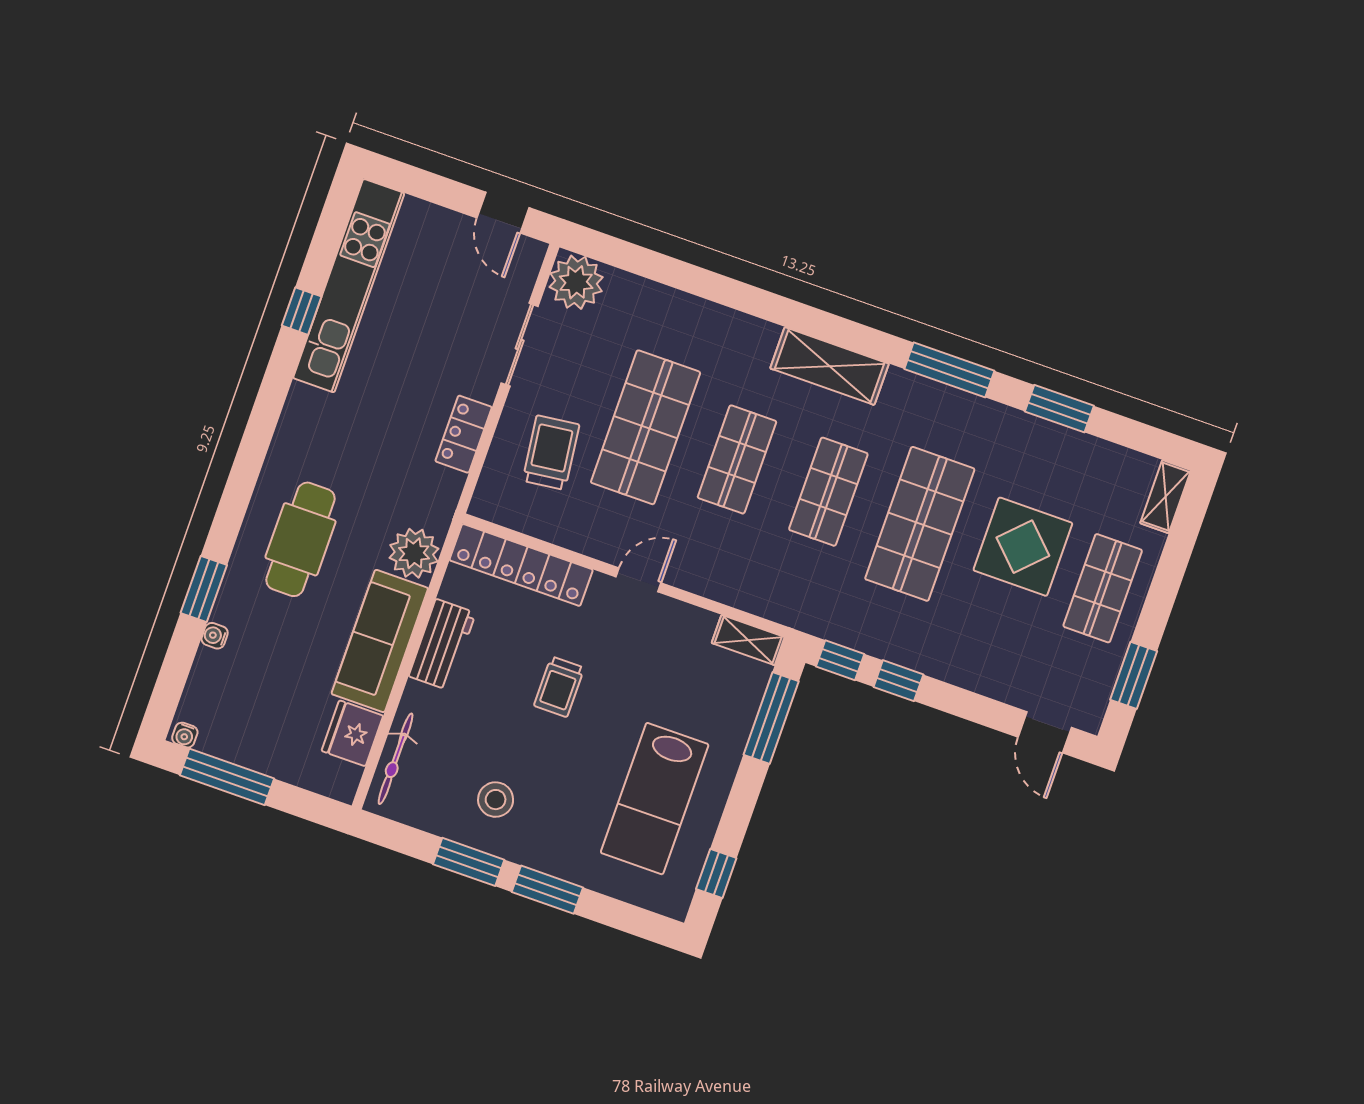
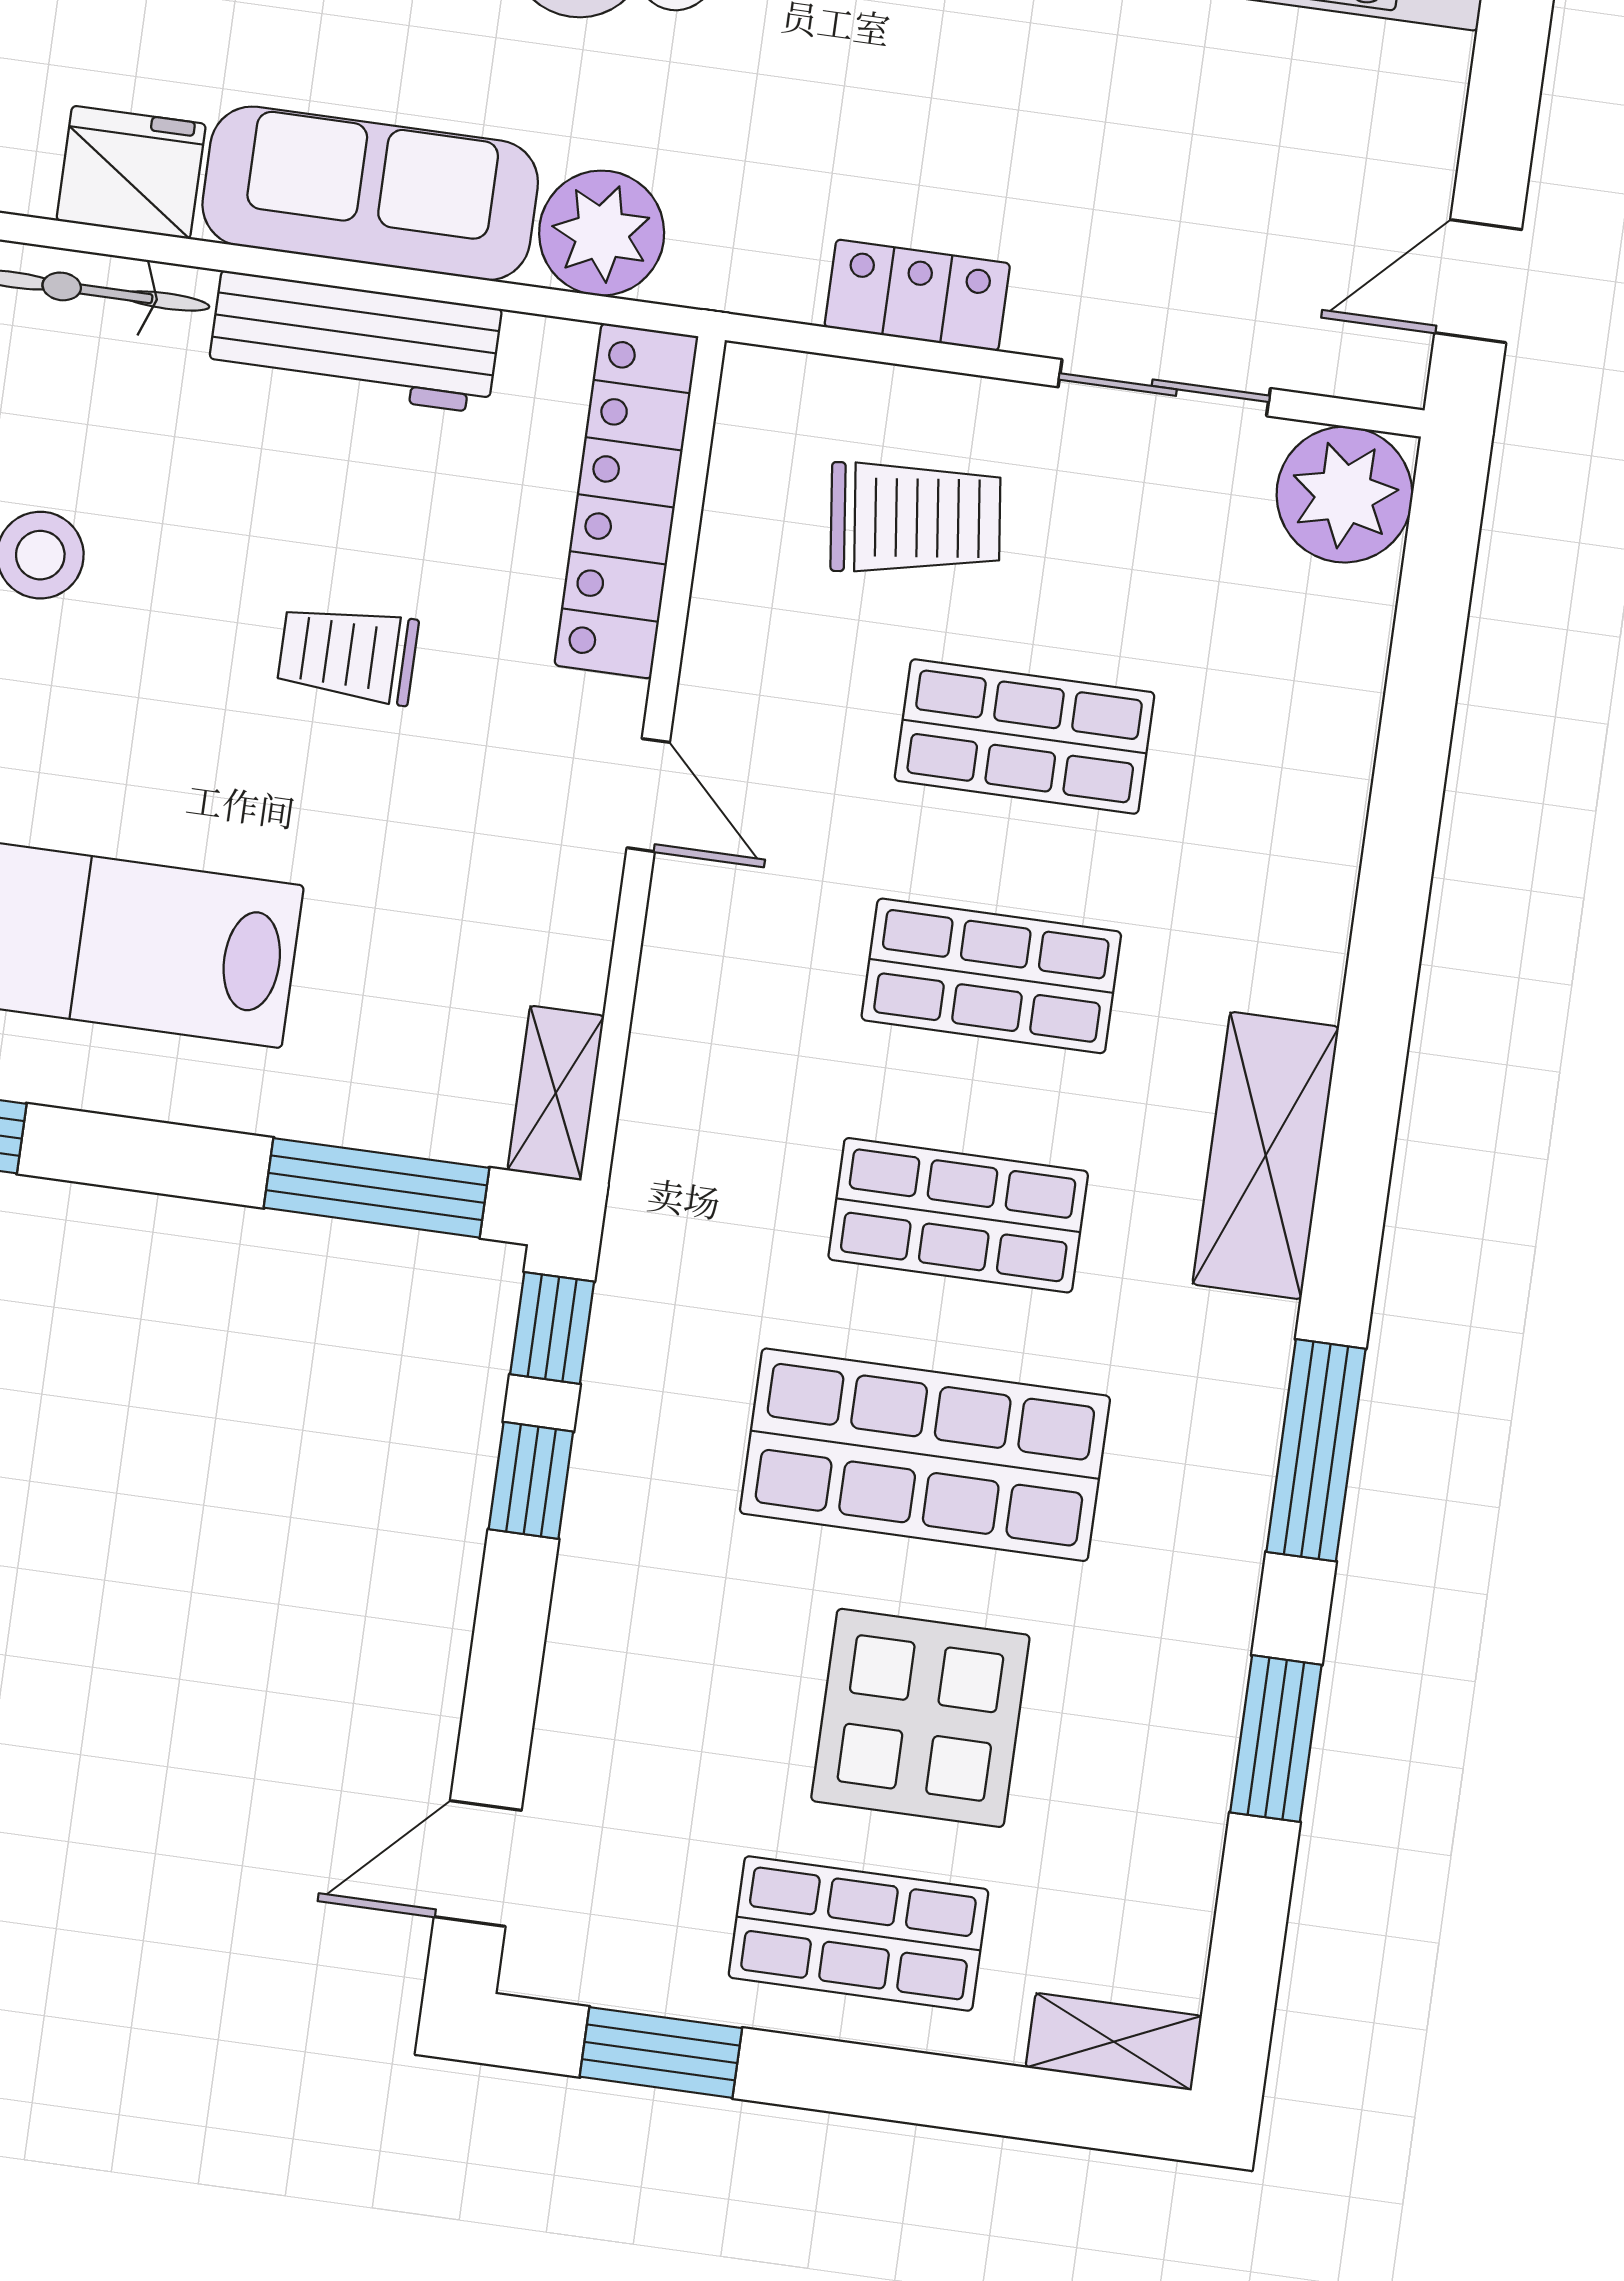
shop shelf: (646, 427) -> (1025, 736), width x0.70, depth x0.74
workbench: (442, 644) -> (354, 342), width x1.38

